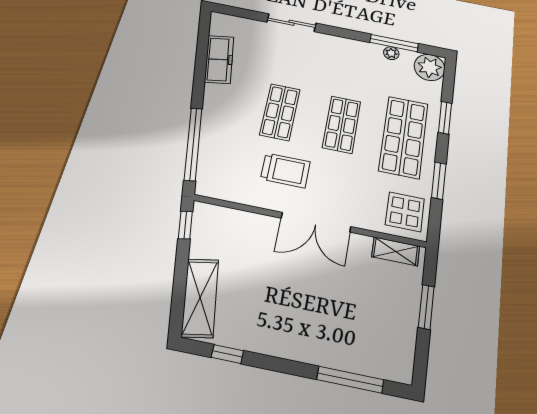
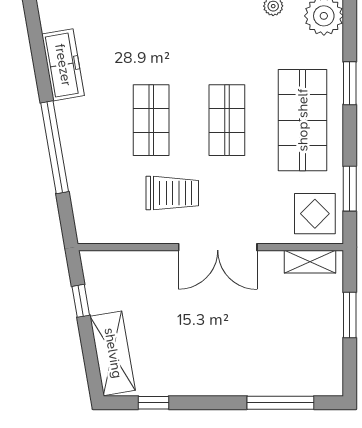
window: (193, 144) -> (55, 147), moved
window: (439, 181) -> (350, 189), moved
window: (185, 225) -> (81, 301), moved

